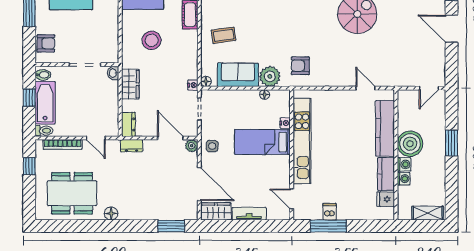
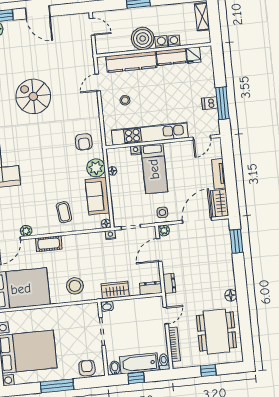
door: (452, 29) -> (38, 12), hinge flipped
stool: (152, 40) -> (75, 286), moved
stool: (343, 117) -> (125, 100), added
window: (29, 166) -> (208, 370), moved

